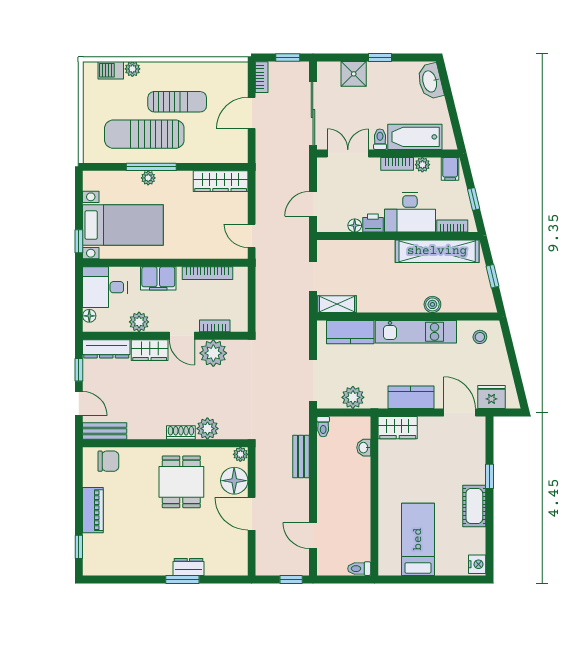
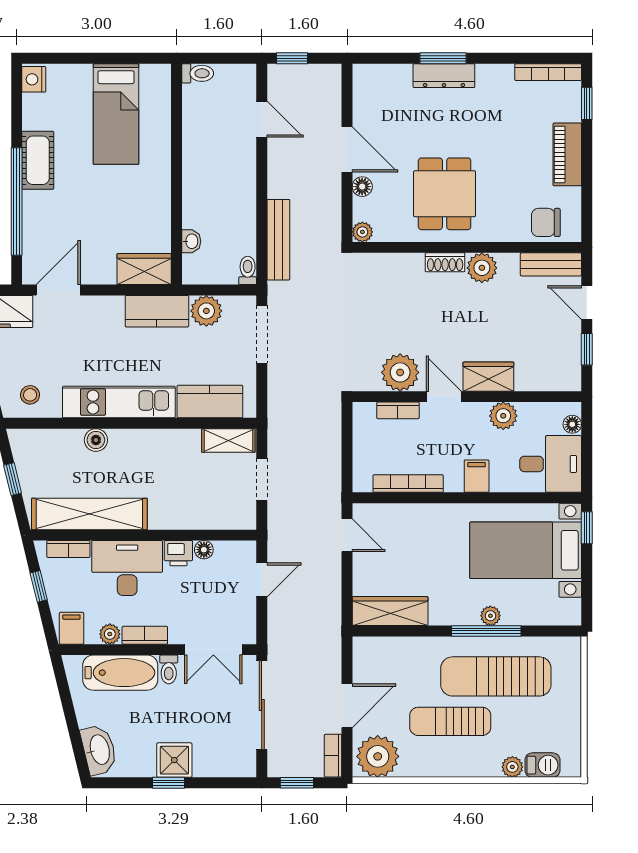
shower: (354, 74) -> (174, 760), moved
plant: (229, 77) -> (378, 756), added
sun lounger: (144, 134) -> (496, 676), turned 180
filing cabinet: (158, 278) -> (477, 476), width x0.50
dresser: (106, 349) -> (549, 378), removed
kitchen counter: (411, 397) -> (157, 311), moved
door: (460, 412) -> (58, 290), swing flipped
plant: (207, 429) -> (482, 268), moved
bench: (301, 457) -> (278, 240), width x1.36
window: (490, 476) -> (17, 201), width x3.17
floor lamp: (234, 481) -> (362, 187), width x0.53, depth x0.53
dresser: (188, 567) -> (444, 76), width x1.44
bookcase: (107, 569) -> (548, 72), added

